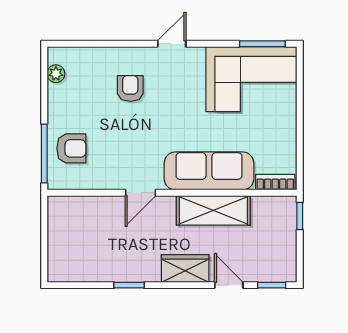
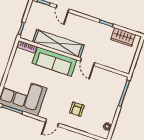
armchair: (71, 148) -> (111, 92), removed
door: (140, 193) -> (88, 62), swing flipped
shelving: (213, 210) -> (58, 44), width x1.47
wardrobe: (185, 268) -> (123, 37), moved

